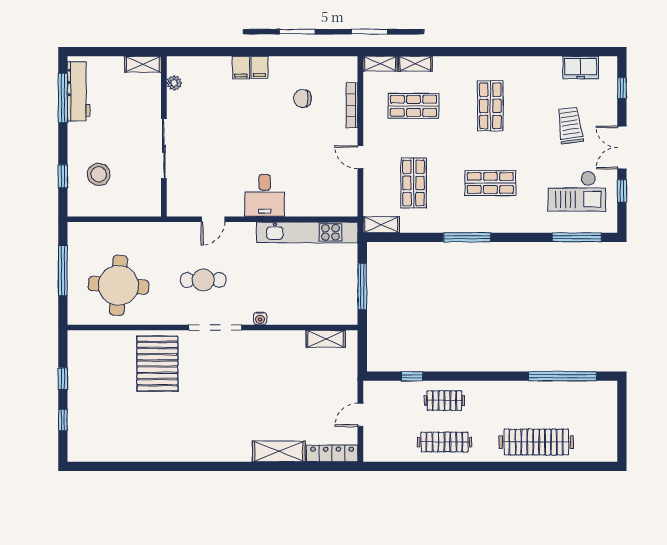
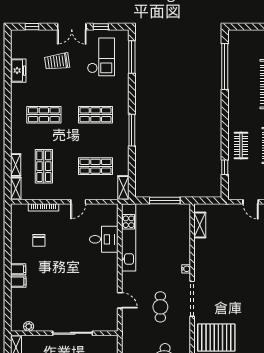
freezer: (581, 67) -> (18, 71), moved
shop shelf: (490, 183) -> (95, 115), turned 90
desk: (265, 195) -> (104, 239), moved

